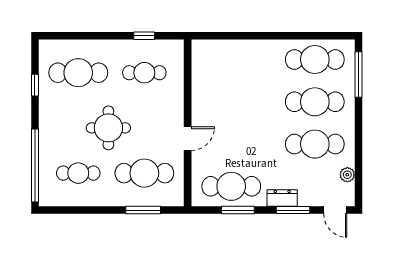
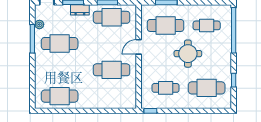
window: (144, 36) -> (150, 111), moved
window: (358, 74) -> (32, 39), moved
cafe table: (315, 102) -> (112, 70), moved

